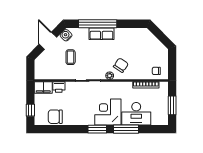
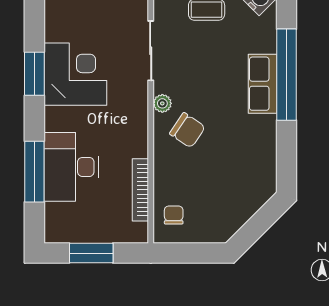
corner desk: (108, 112) -> (75, 74), moved
window: (126, 129) -> (34, 172), moved

